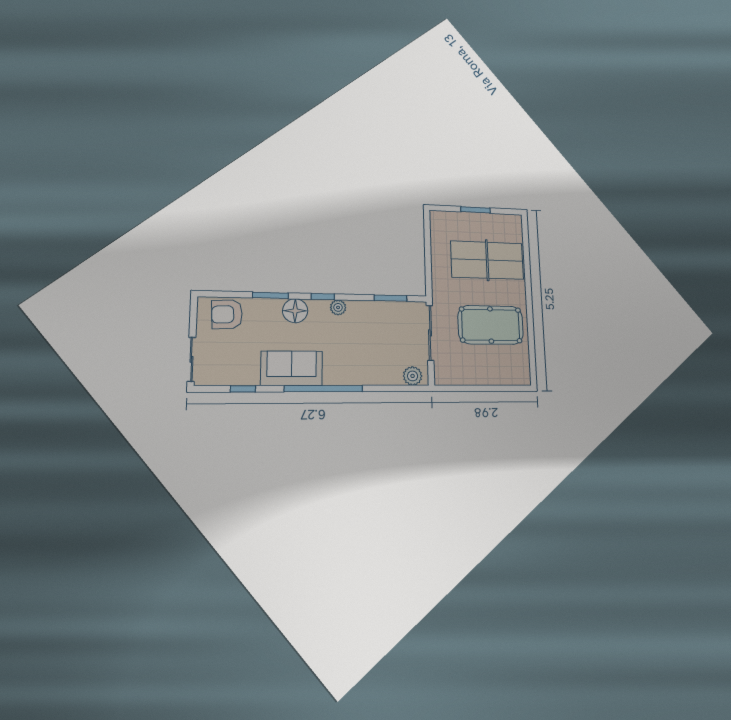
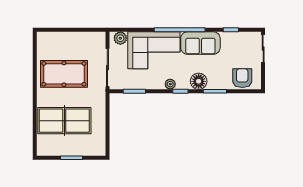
armchair: (227, 314) -> (242, 78), turned -87
corner sofa: (363, 358) -> (154, 50), added

